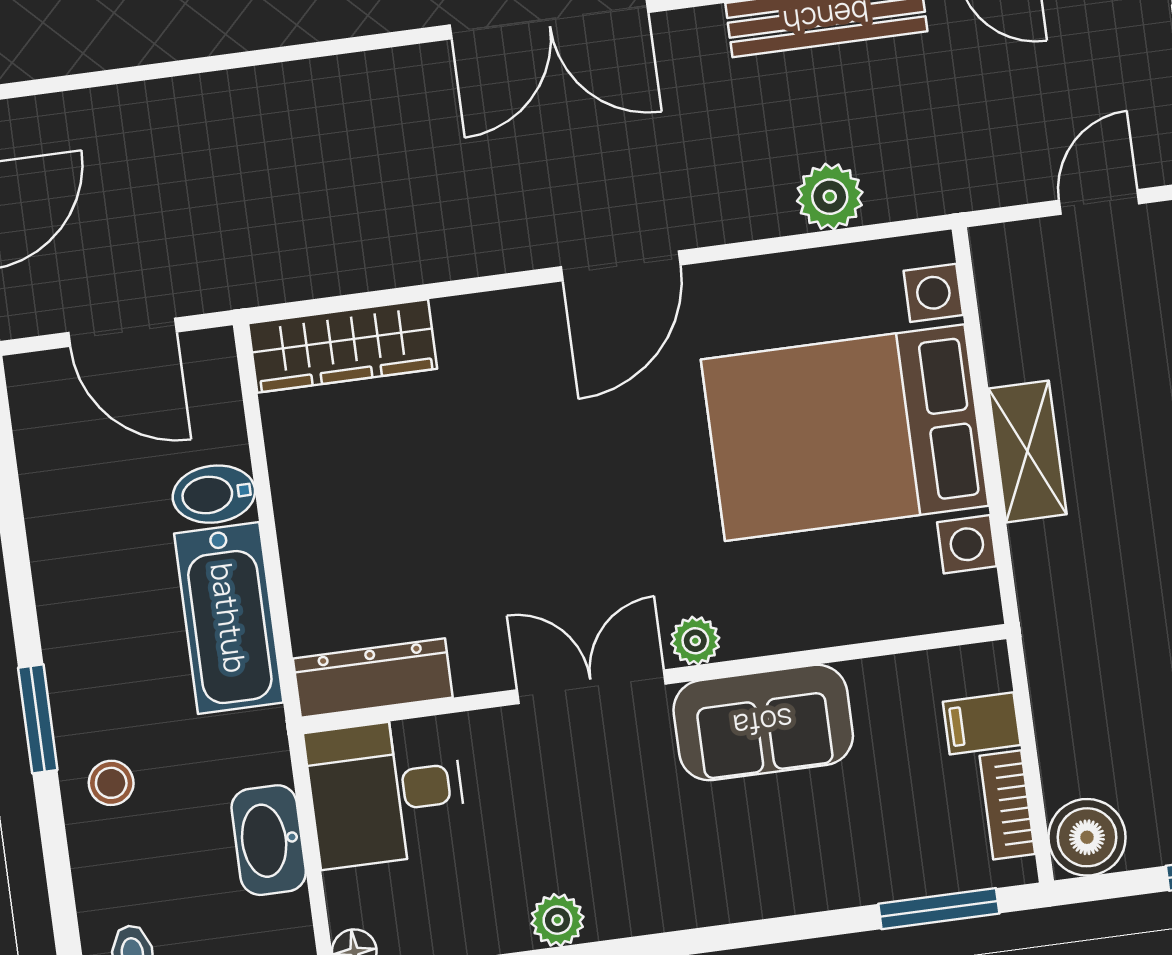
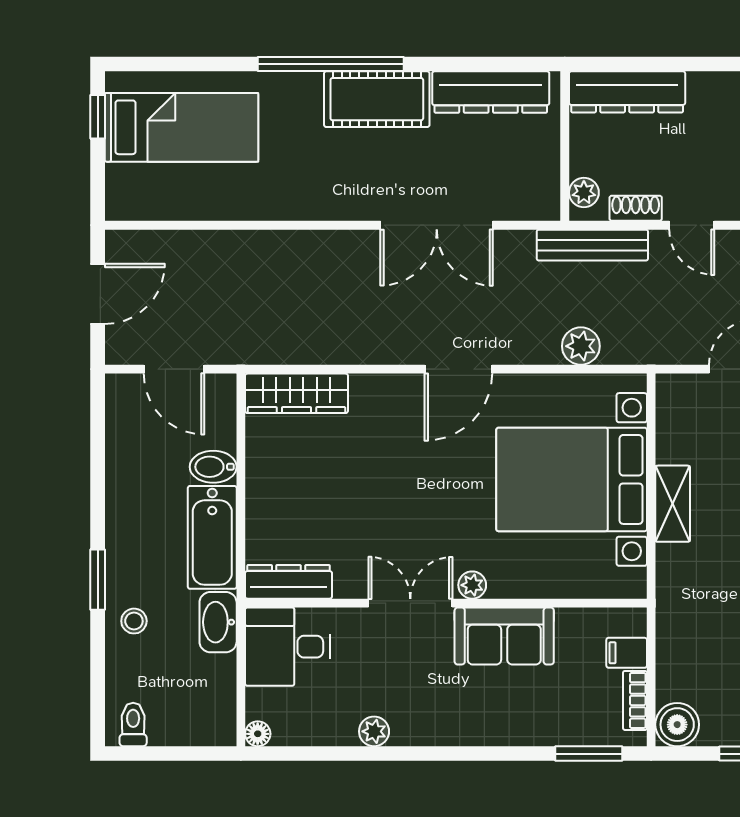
washbasin: (269, 840) -> (218, 622), moved

